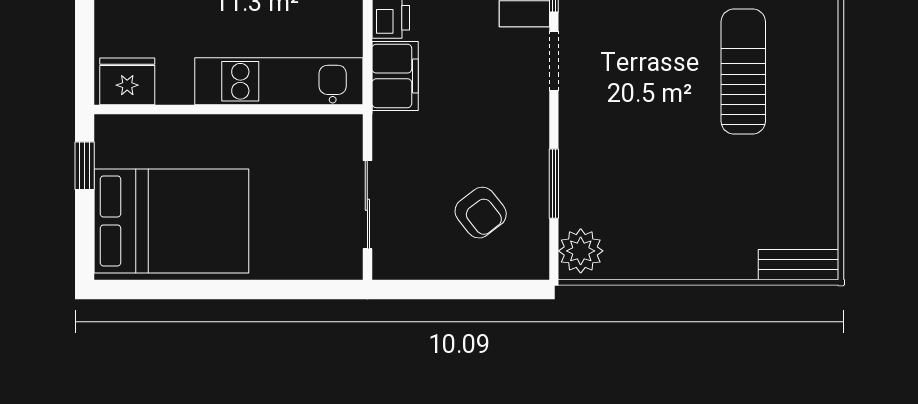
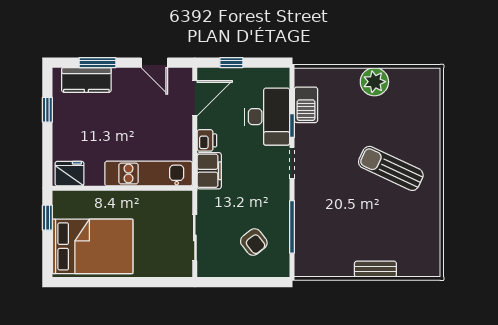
sun lounger: (743, 71) -> (391, 168), turned -65
window: (554, 184) -> (292, 227), width x1.44
plant: (581, 251) -> (306, 262), removed
bench: (798, 265) -> (375, 269), moved

